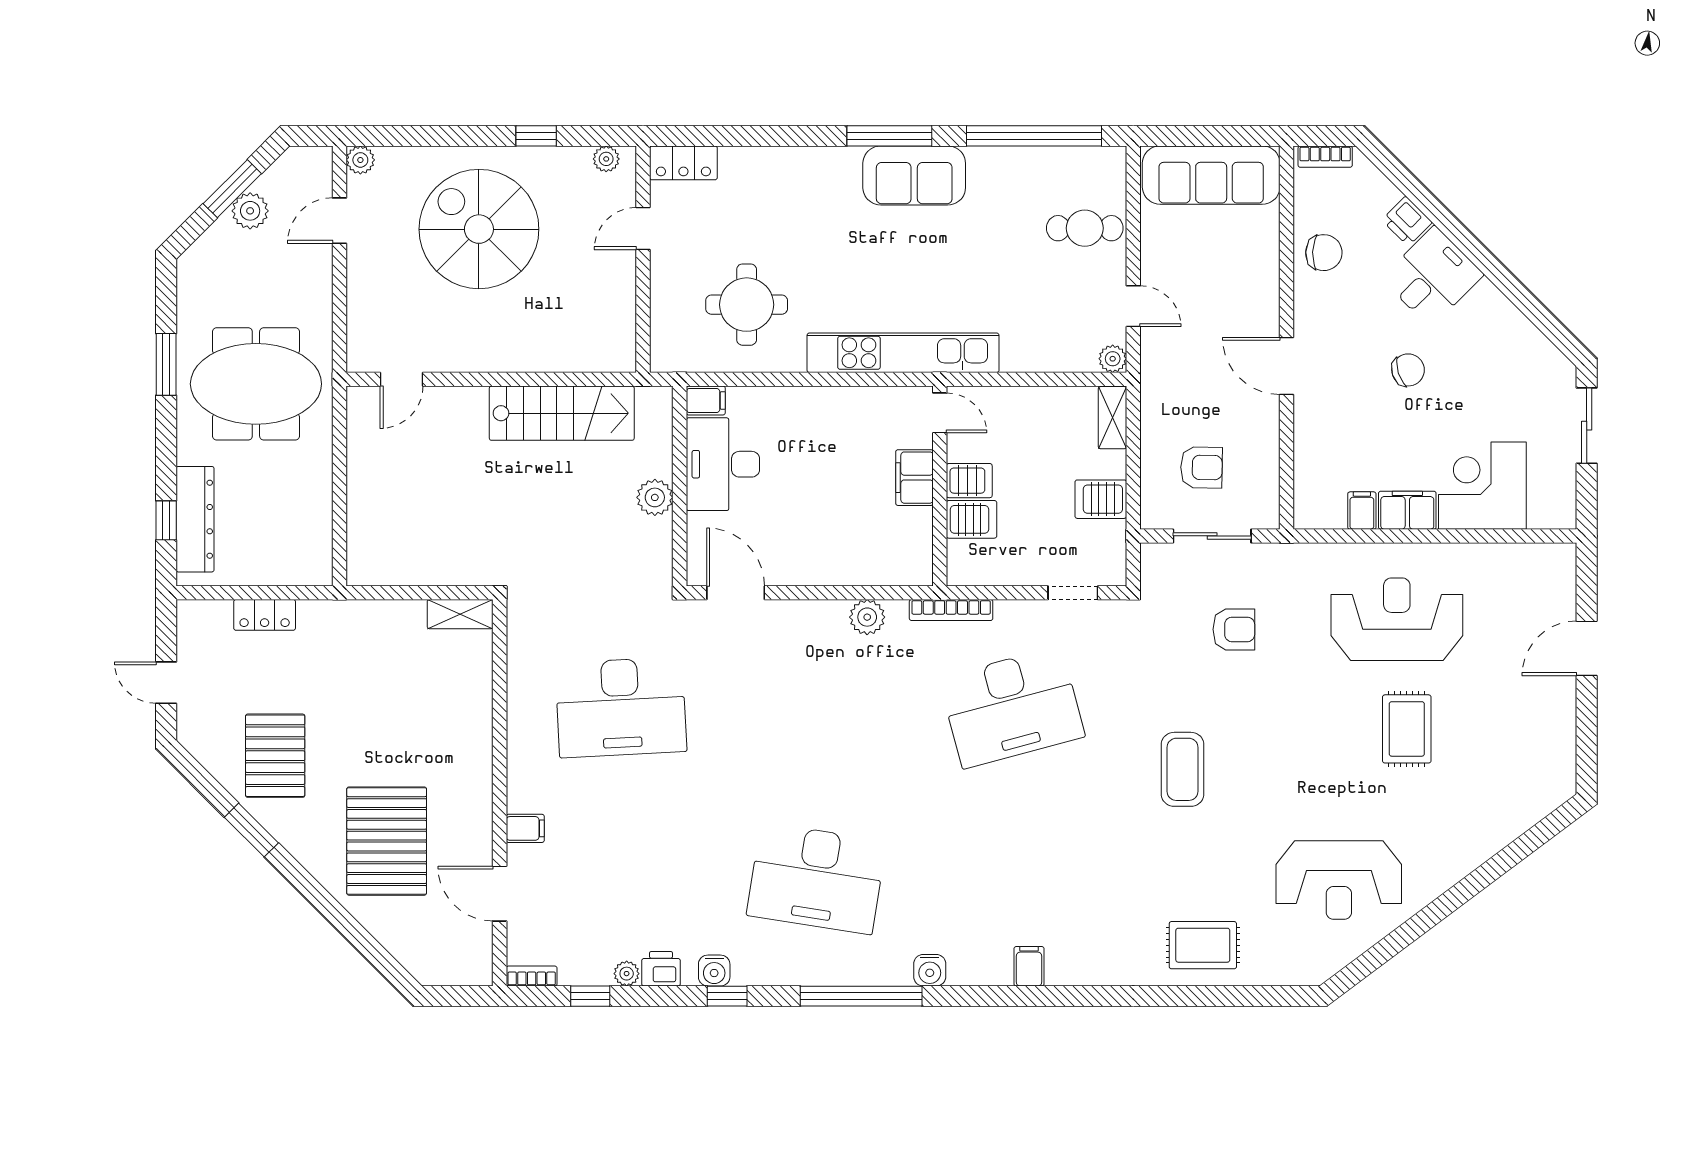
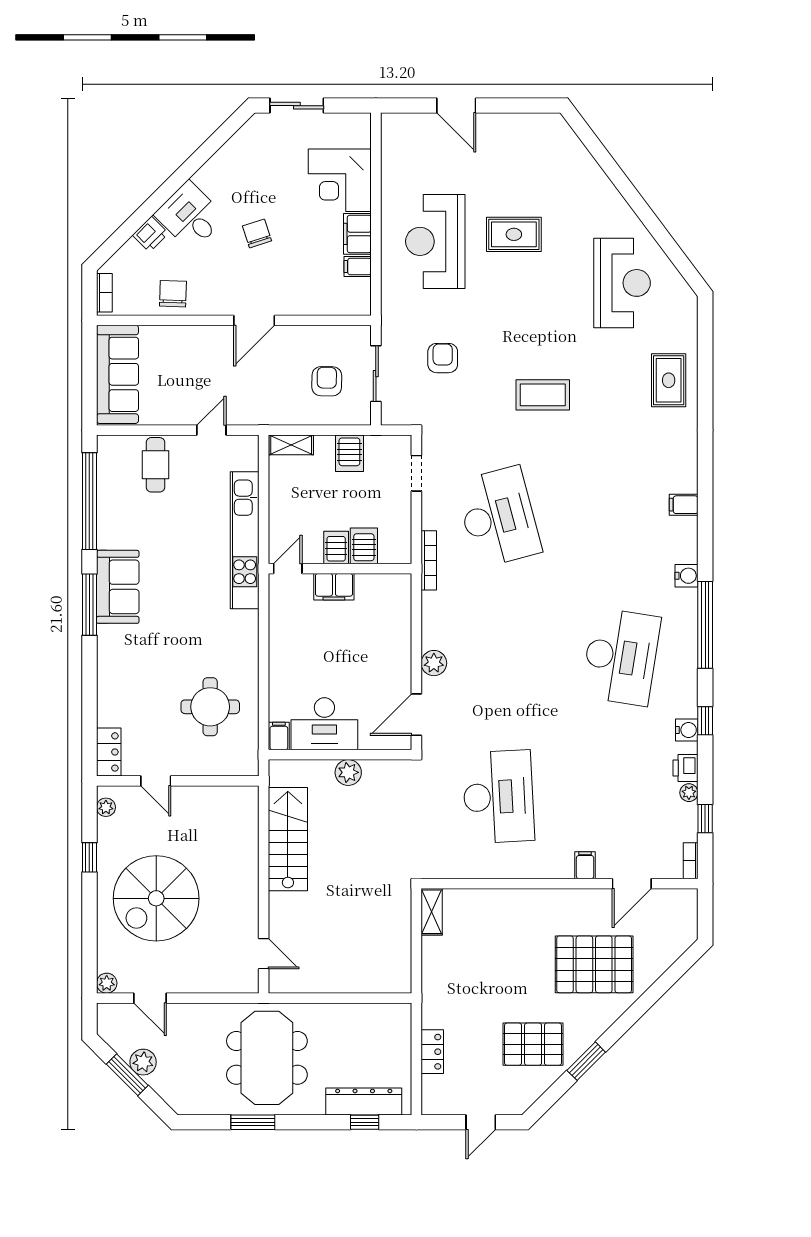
kitchen unit: (903, 353) -> (245, 540), moved
plant: (1113, 359) -> (249, 445), removed
plant: (867, 617) -> (434, 663), moved

